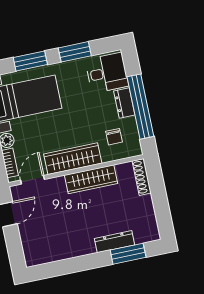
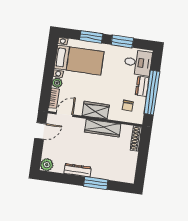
wardrobe: (73, 159) -> (96, 110), width x0.67
dresser: (114, 242) -> (77, 170), moved
window: (128, 254) -> (96, 183), moved
plant: (33, 257) -> (47, 165), added

